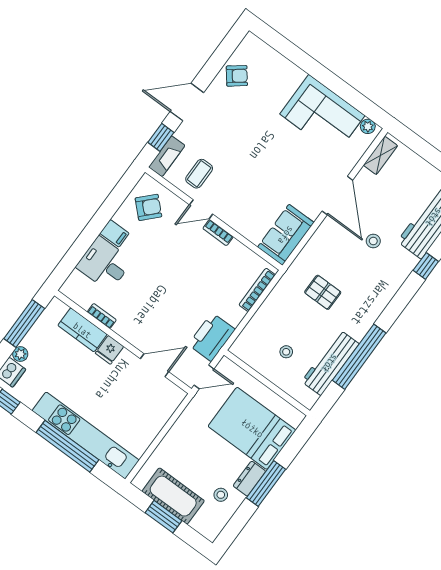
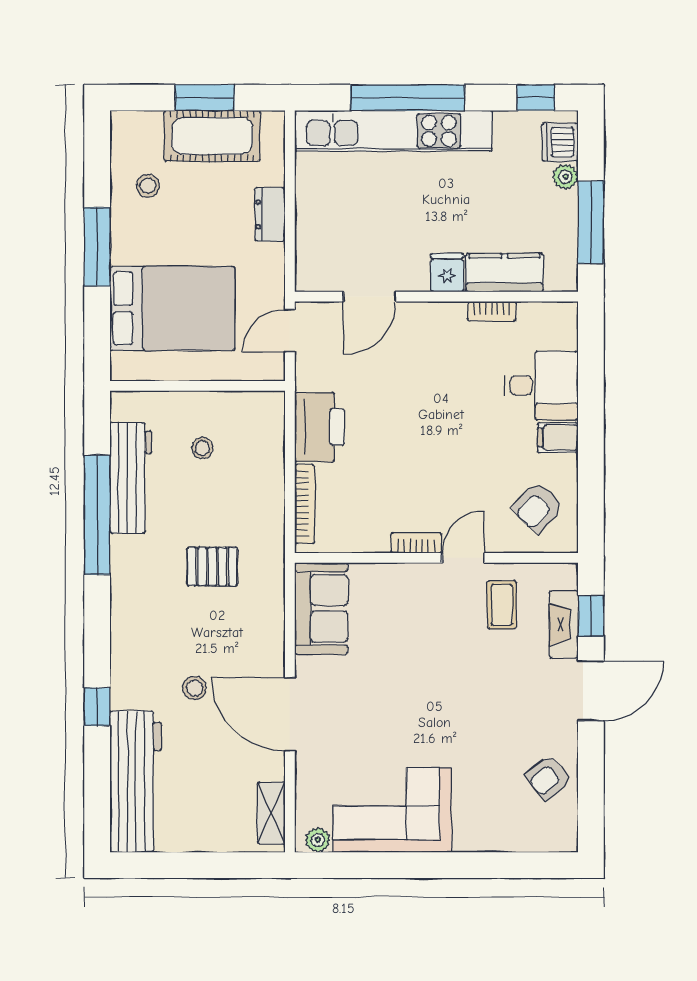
fireplace: (167, 156) -> (564, 624), moved
printer: (212, 337) -> (320, 427), moved
dresser: (249, 479) -> (270, 214), moved, turned 180

